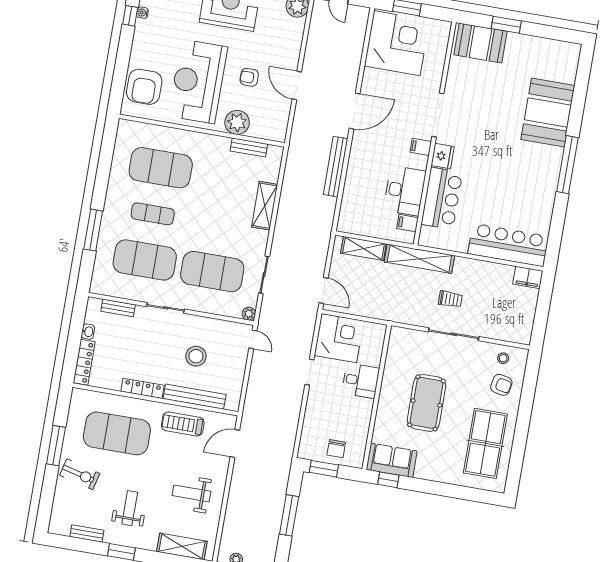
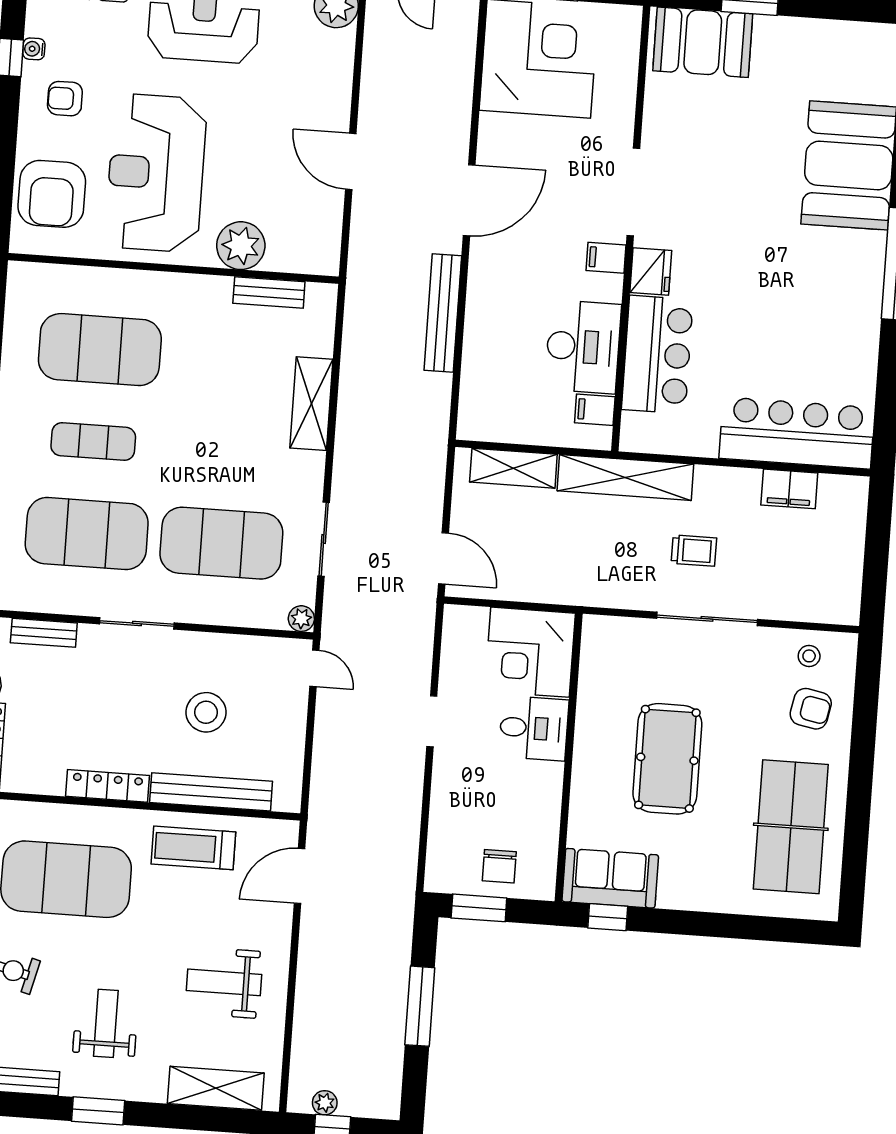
armchair: (249, 77) -> (65, 99), moved
filing cabinet: (528, 277) -> (789, 489), moved
corner desk: (339, 338) -> (530, 652), moved, turned 180

